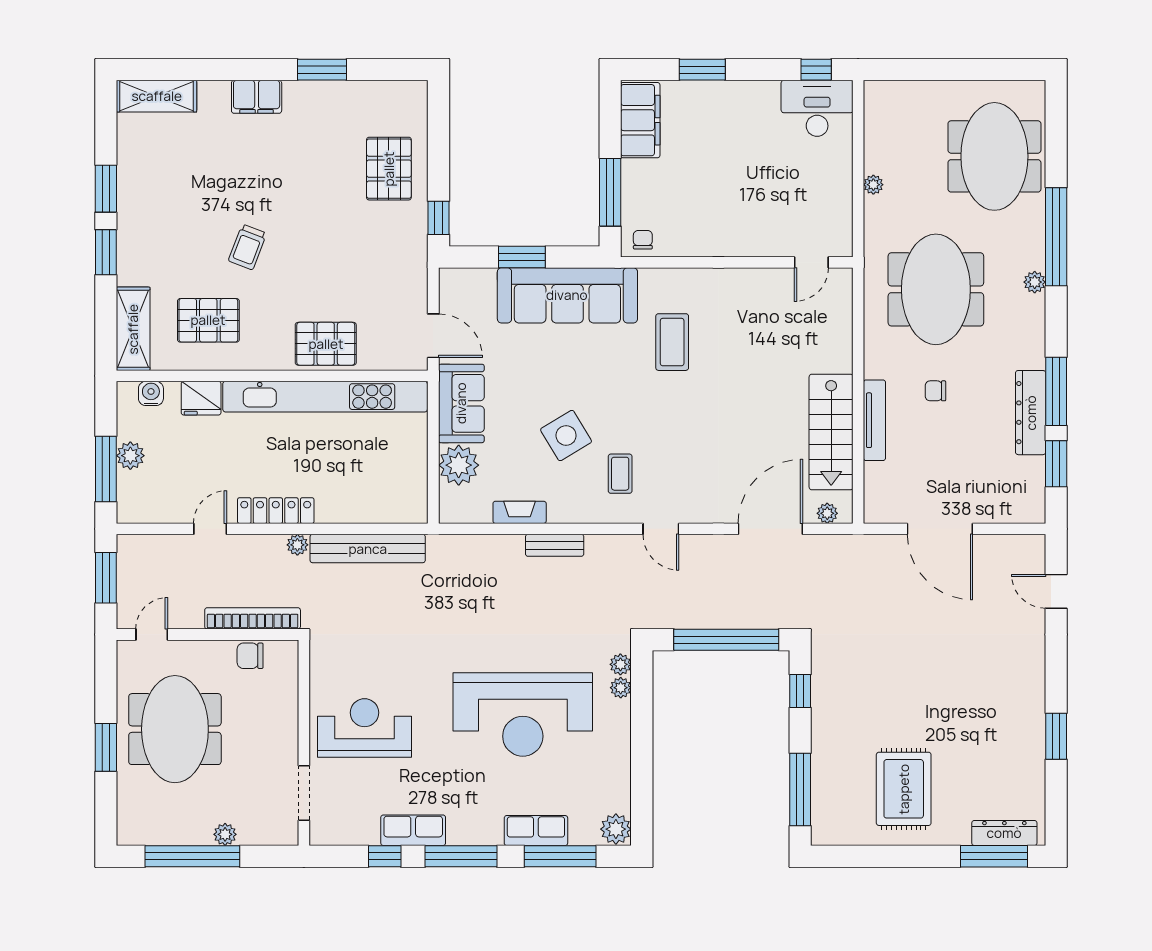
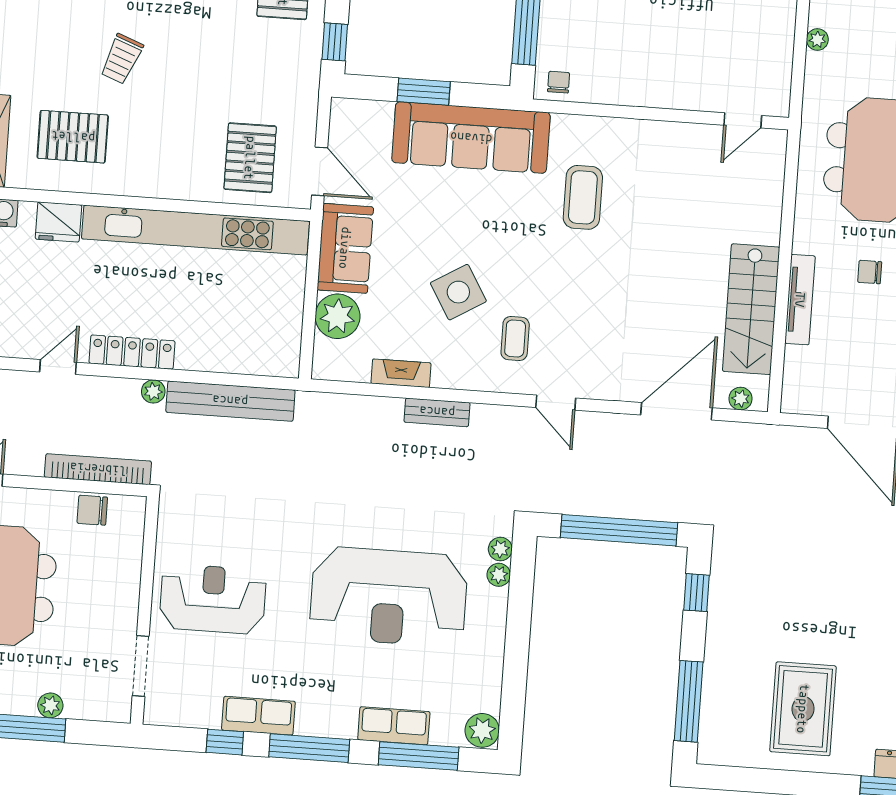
pallet: (326, 344) -> (250, 158), moved, turned 90

